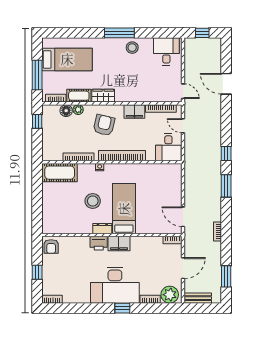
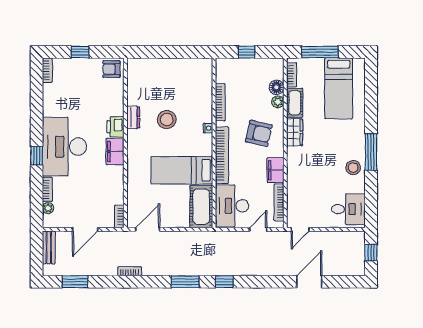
window: (37, 121) -> (247, 52), moved
desk: (168, 147) -> (232, 206), width x1.37
cot: (60, 173) -> (201, 207), moved
bed: (124, 209) -> (182, 170), moved, turned 180
dresser: (102, 229) -> (133, 117), moved
door: (183, 268) -> (85, 229), hinge flipped
plant: (170, 295) -> (48, 208), width x0.53, depth x0.53

